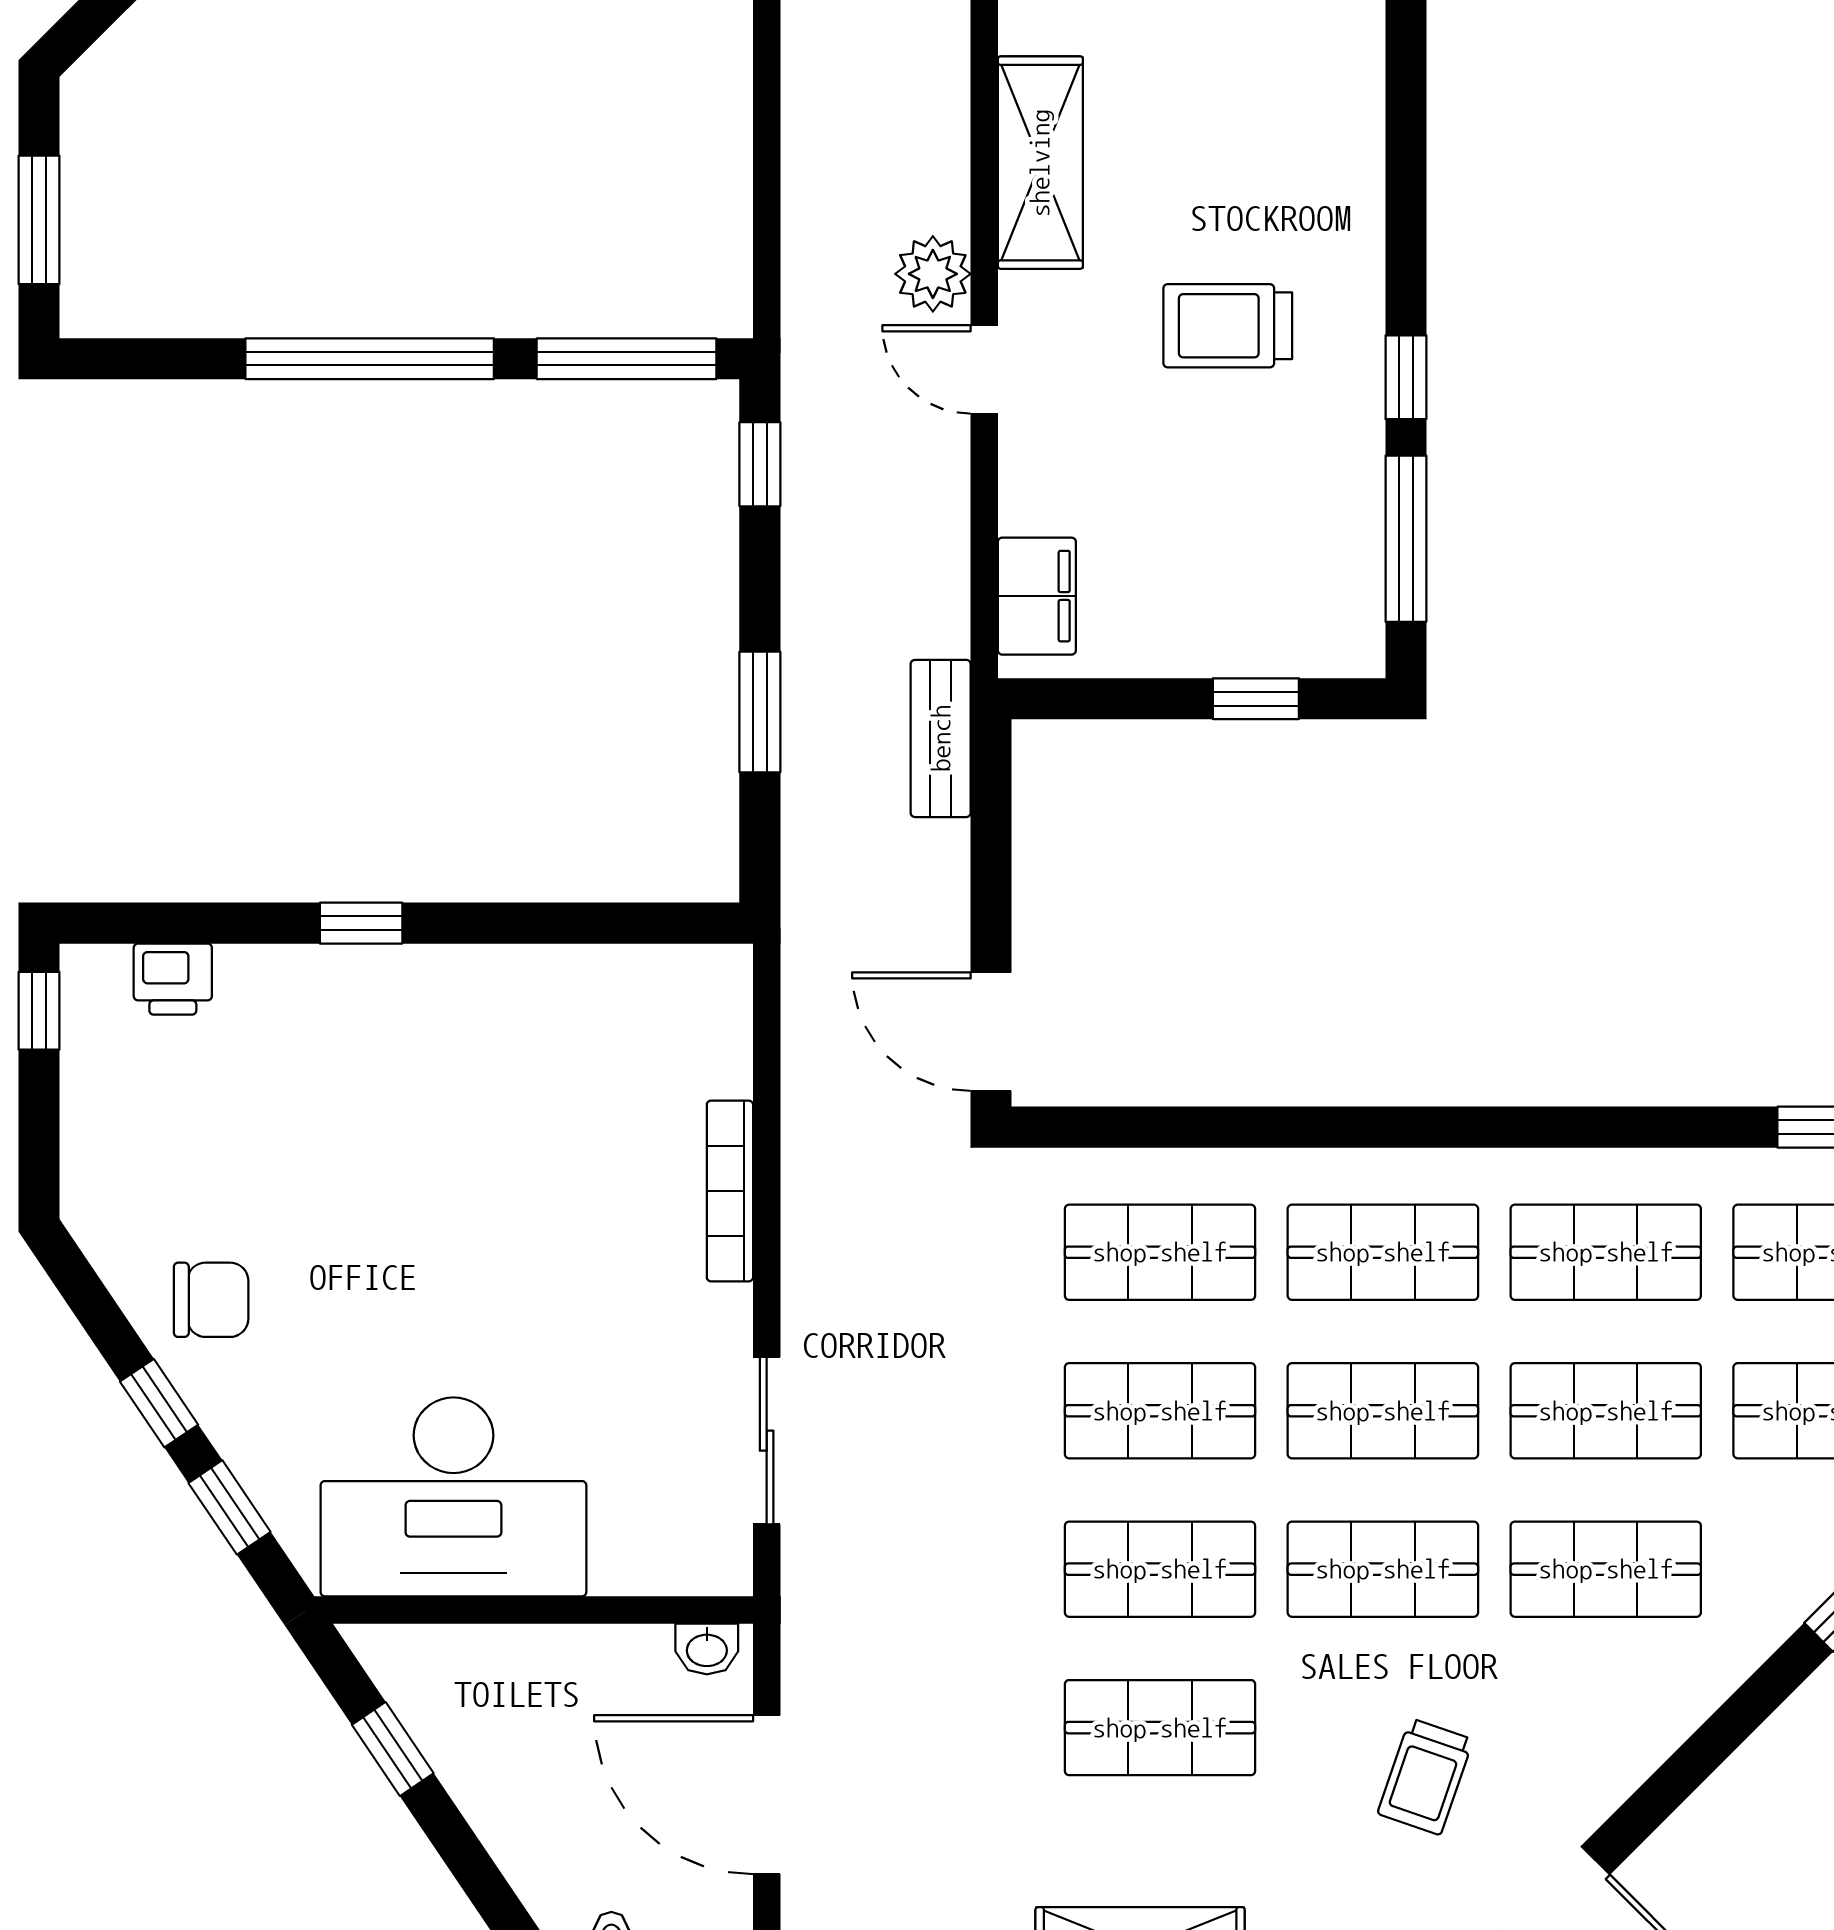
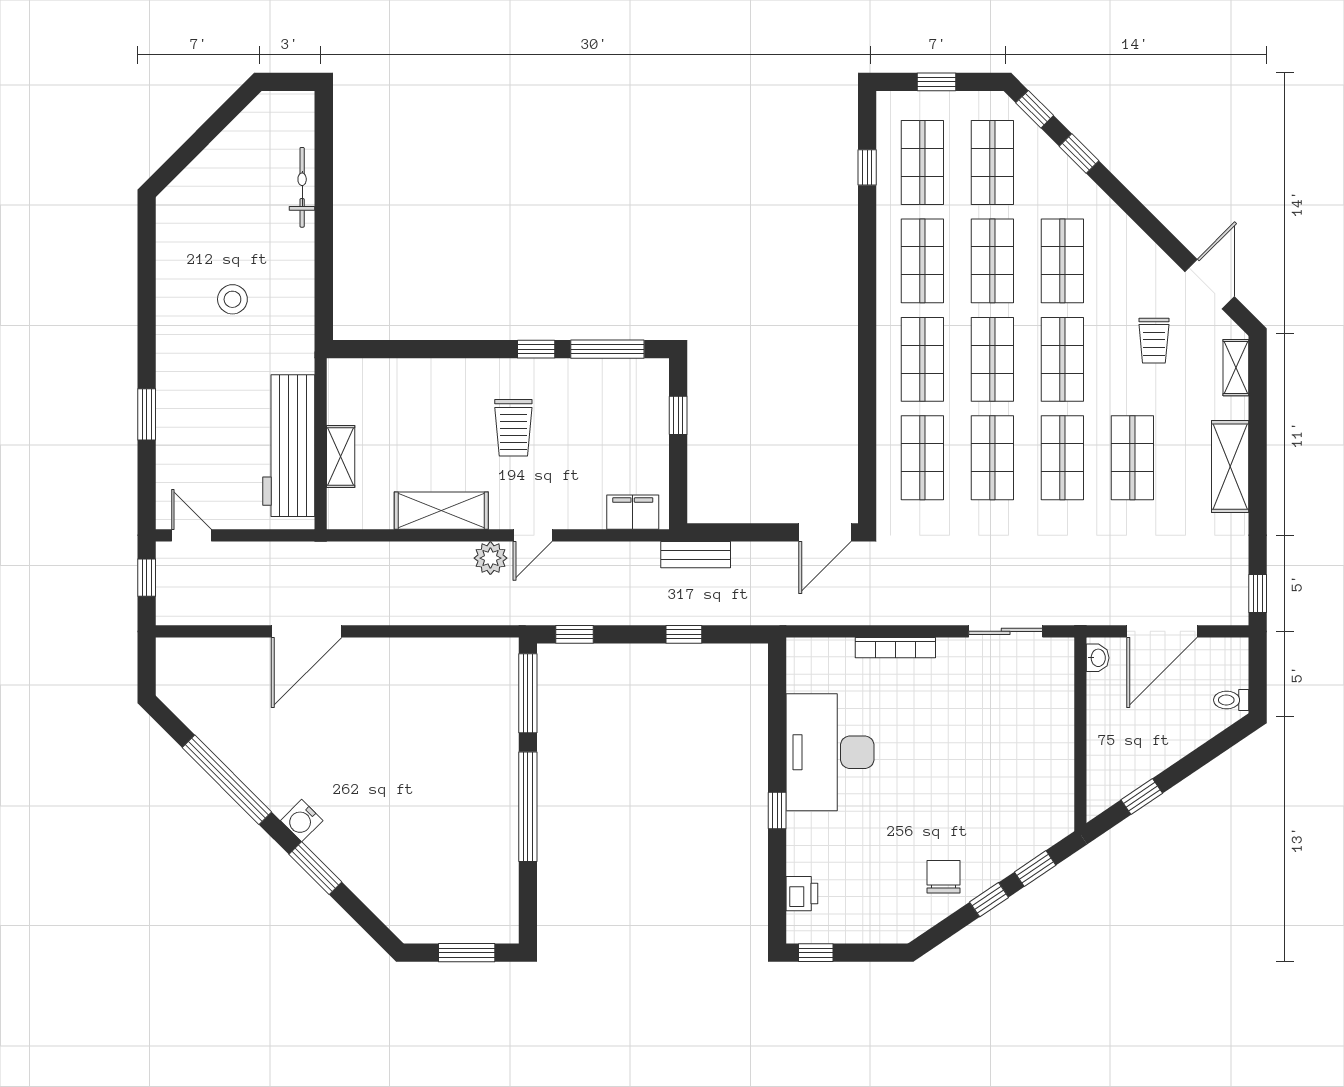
window: (760, 712) -> (684, 634), width x0.67
desk: (453, 1497) -> (830, 752), moved, turned 180
trolley: (1425, 1777) -> (1154, 341), turned 71

